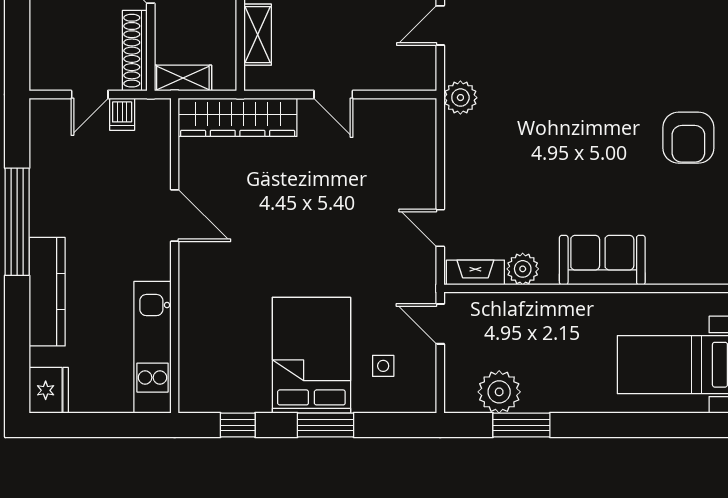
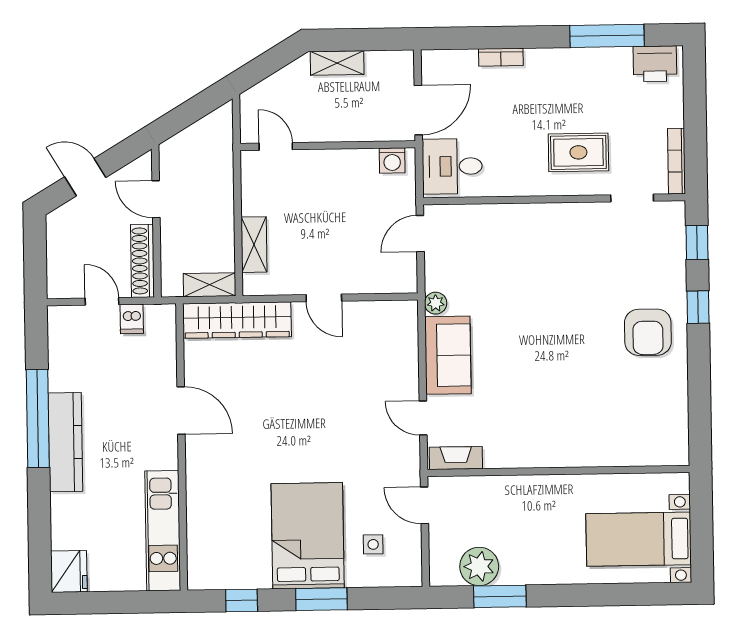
shelving: (183, 78) -> (210, 285), moved
door: (90, 94) -> (102, 301), swing flipped
plant: (460, 98) -> (436, 303), width x0.73, depth x0.73
sofa: (602, 260) -> (448, 355), moved, turned 90
plant: (523, 269) -> (499, 454), removed
kitchen counter: (47, 292) -> (65, 442), moved

